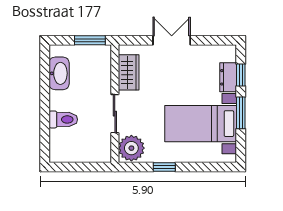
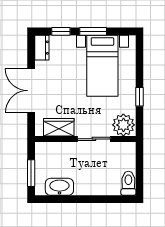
window: (90, 40) -> (31, 173), moved
double door: (172, 40) -> (31, 91), width x1.37
dresser: (228, 77) -> (42, 48), moved, turned -90
toilet: (63, 119) -> (128, 183), moved

